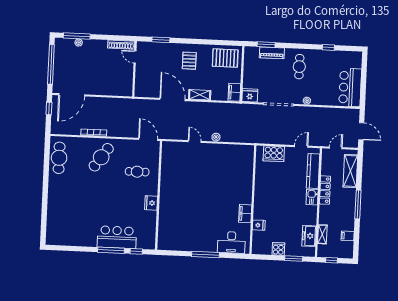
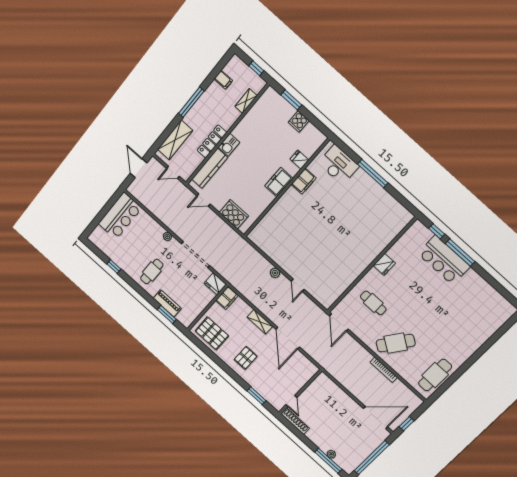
freezer: (309, 236) -> (279, 182), moved, turned 180

